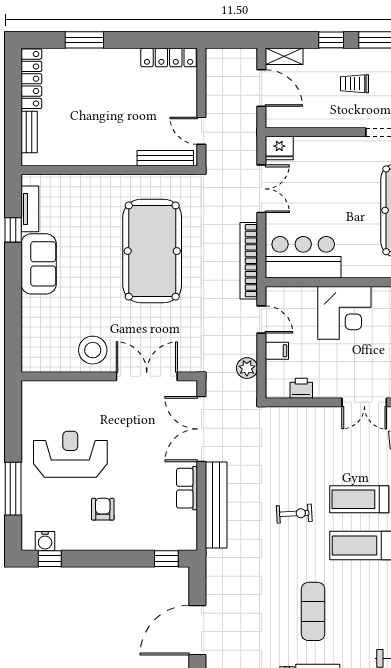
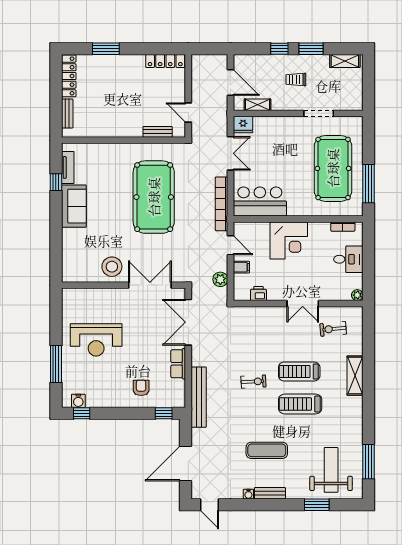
shelving: (284, 56) -> (257, 105), moved
bench: (165, 158) -> (158, 132), width x0.73
reception desk: (70, 454) -> (96, 340), turned 180
bench: (216, 505) -> (199, 397), moved
armchair: (103, 509) -> (141, 388), moved
exercise mat: (313, 611) -> (267, 450), turned 90

